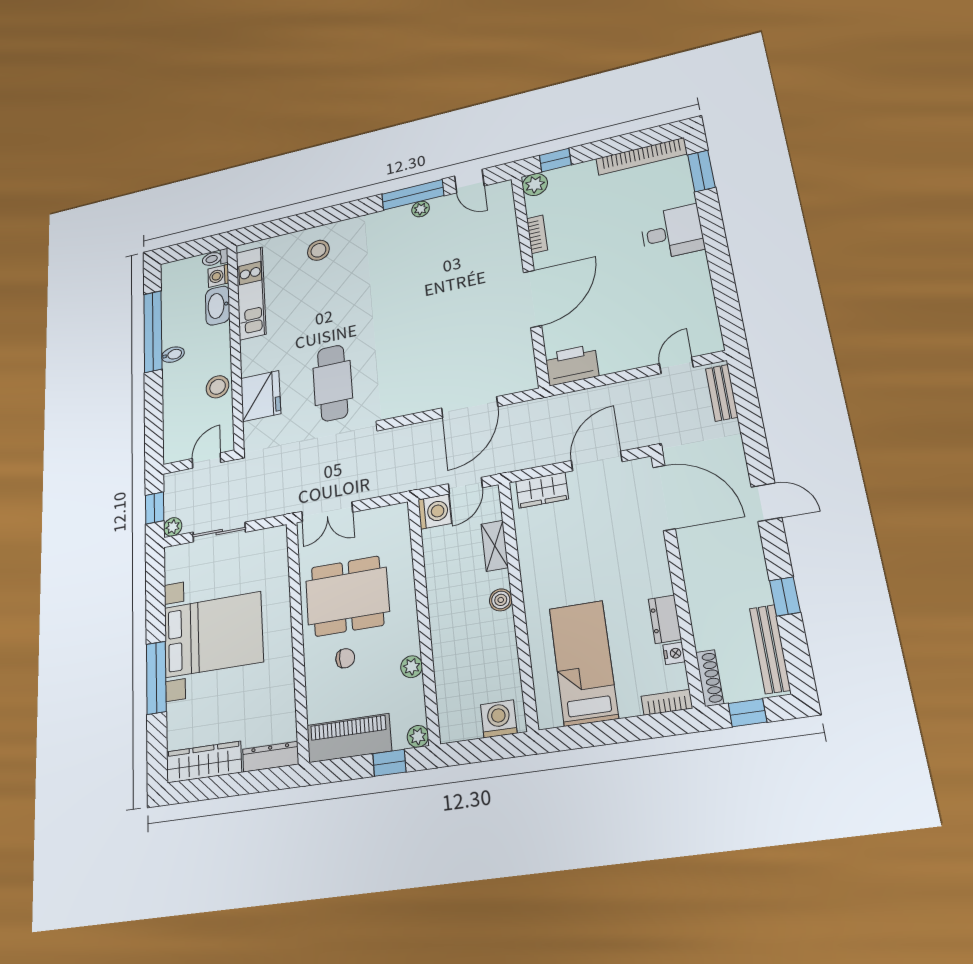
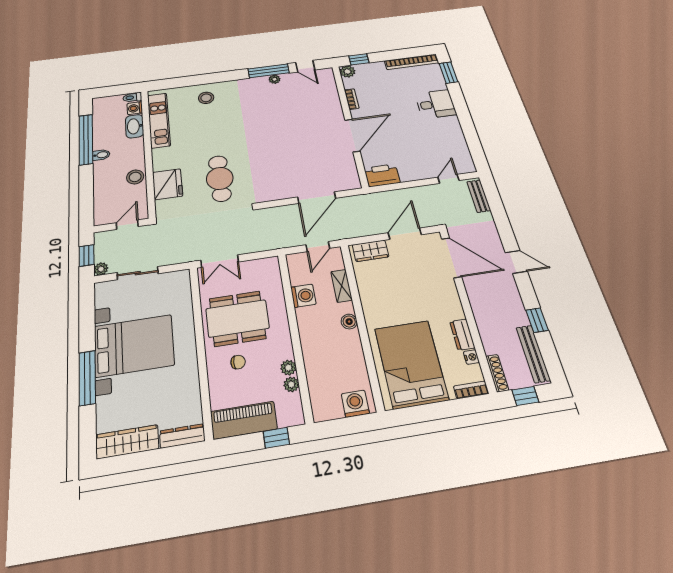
washing machine: (435, 512) -> (303, 296), moved
bed: (583, 663) -> (411, 364), width x1.50
plant: (418, 736) -> (291, 384), moved

